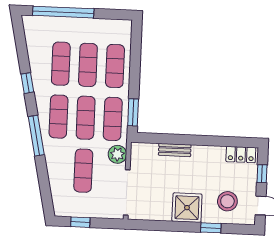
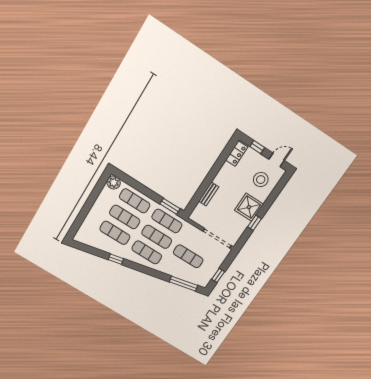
window: (63, 12) -> (83, 213), removed
window: (36, 136) -> (184, 284), moved
plant: (117, 154) -> (114, 182), moved
window: (211, 228) -> (255, 223), moved

